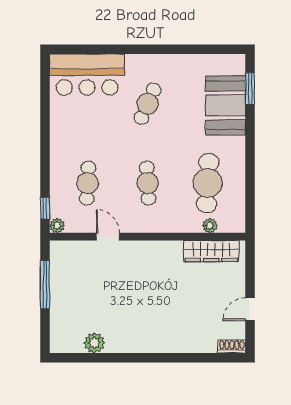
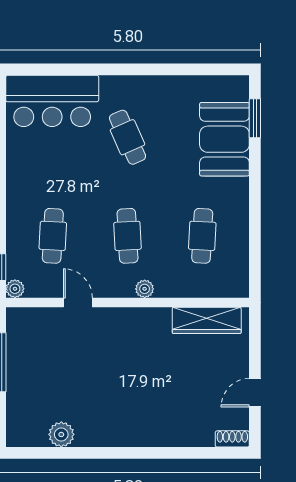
cafe table: (148, 104) -> (128, 137), turned -48
cafe table: (208, 183) -> (202, 236), width x0.73, depth x0.74
plant: (210, 226) -> (145, 289), moved

